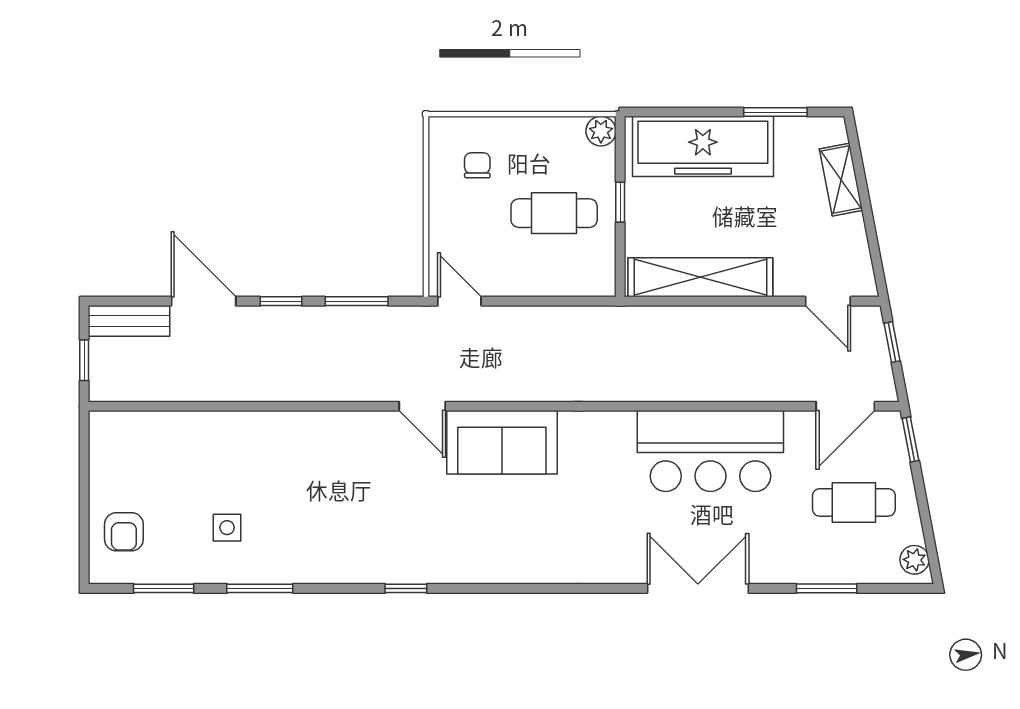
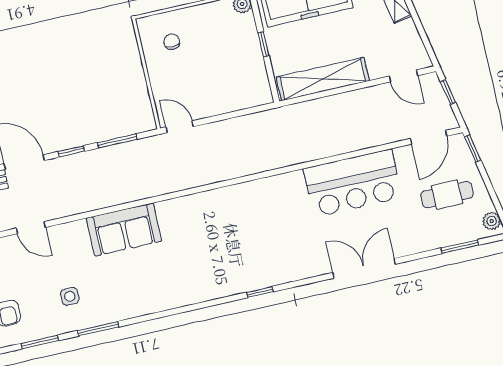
cafe table: (554, 213) -> (225, 60), removed
door: (422, 406) -> (31, 228), moved
sofa: (502, 442) -> (124, 230), moved
window: (406, 588) -> (260, 292), moved
window: (827, 588) -> (460, 247), moved

